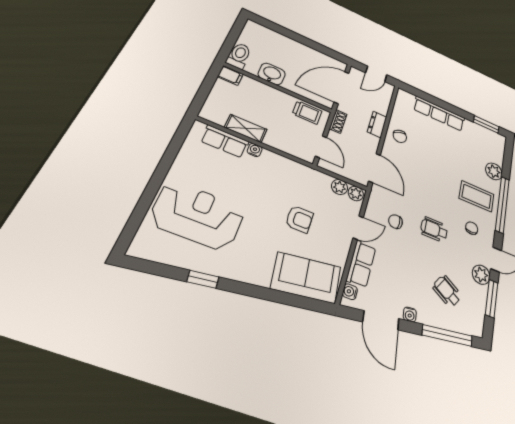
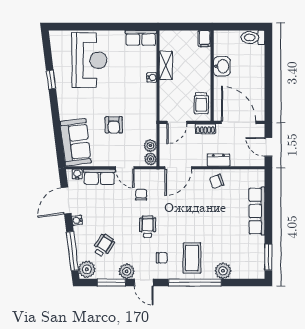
toilet: (239, 56) -> (253, 37), moved, turned 180
row of seats: (225, 141) -> (141, 38), moved, turned -90
plant: (472, 324) -> (87, 269), added

